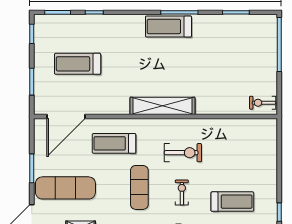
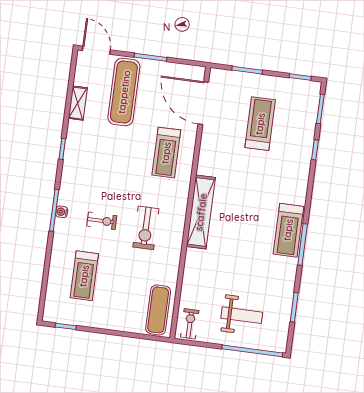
treadmill: (168, 27) -> (288, 230), turned 180
weight bench: (249, 58) -> (242, 315), added
treadmill: (114, 143) -> (166, 153), turned 180
exercise mat: (139, 187) -> (158, 310), moved, turned 90

